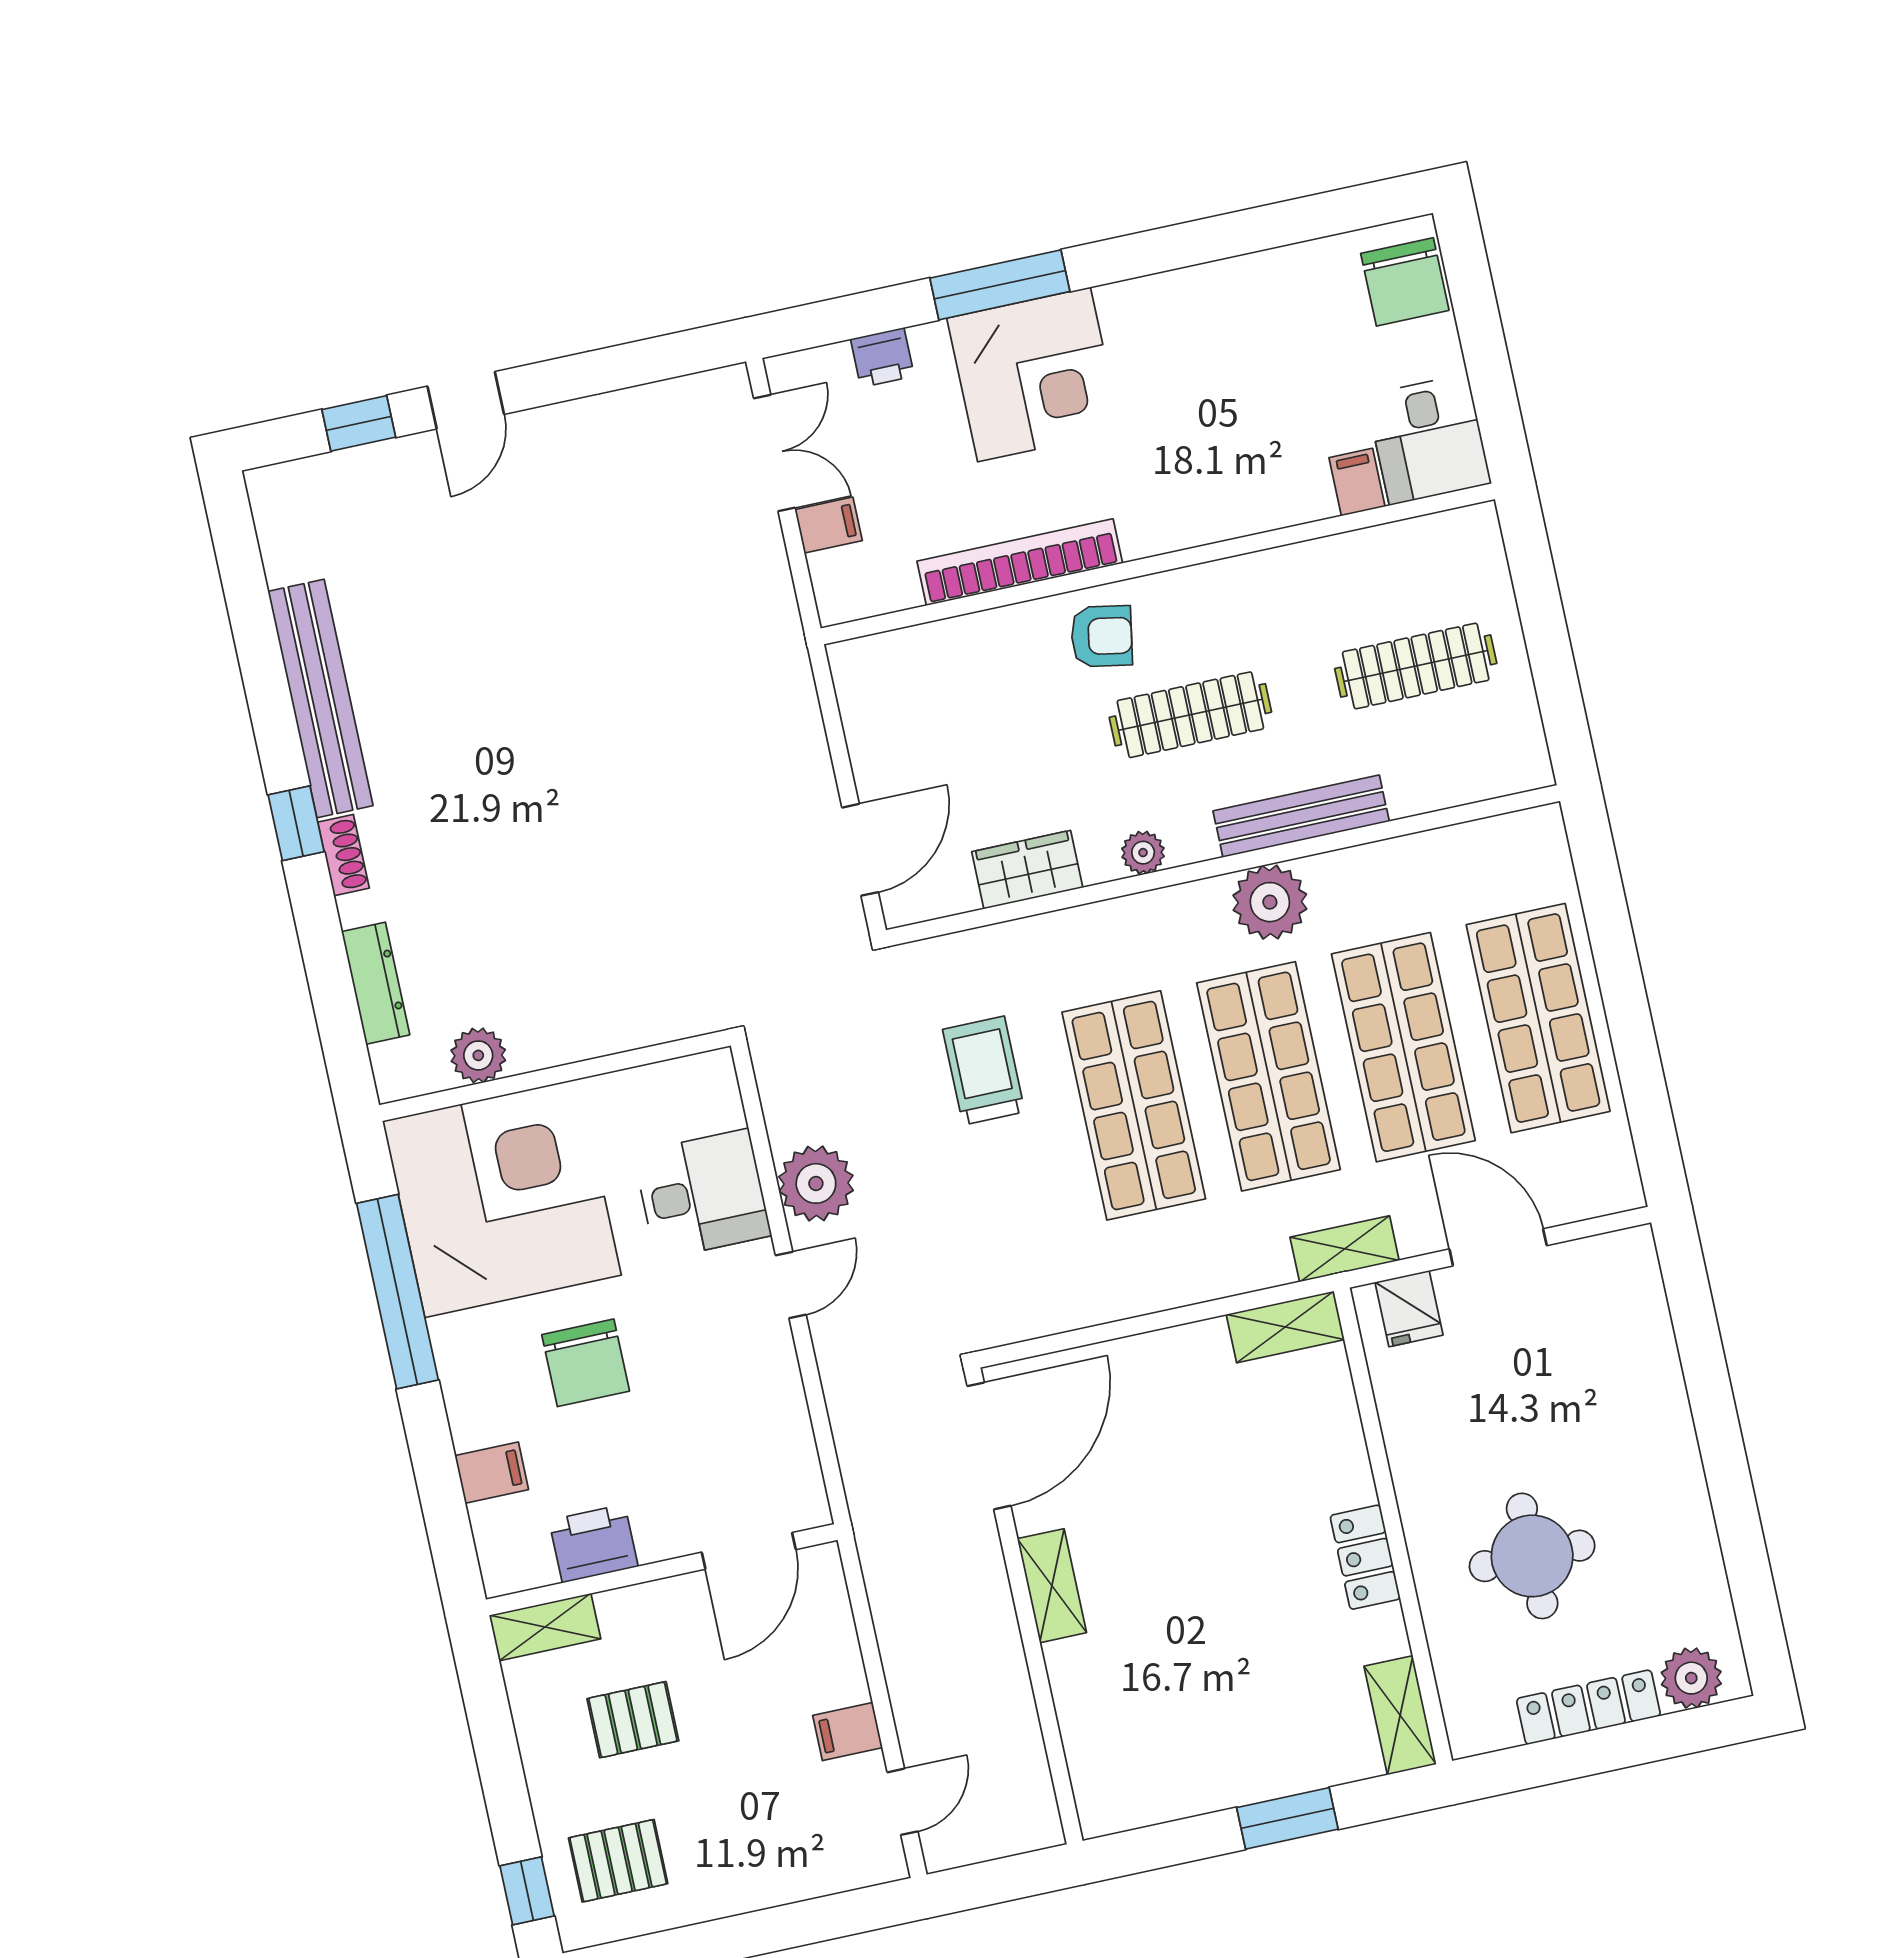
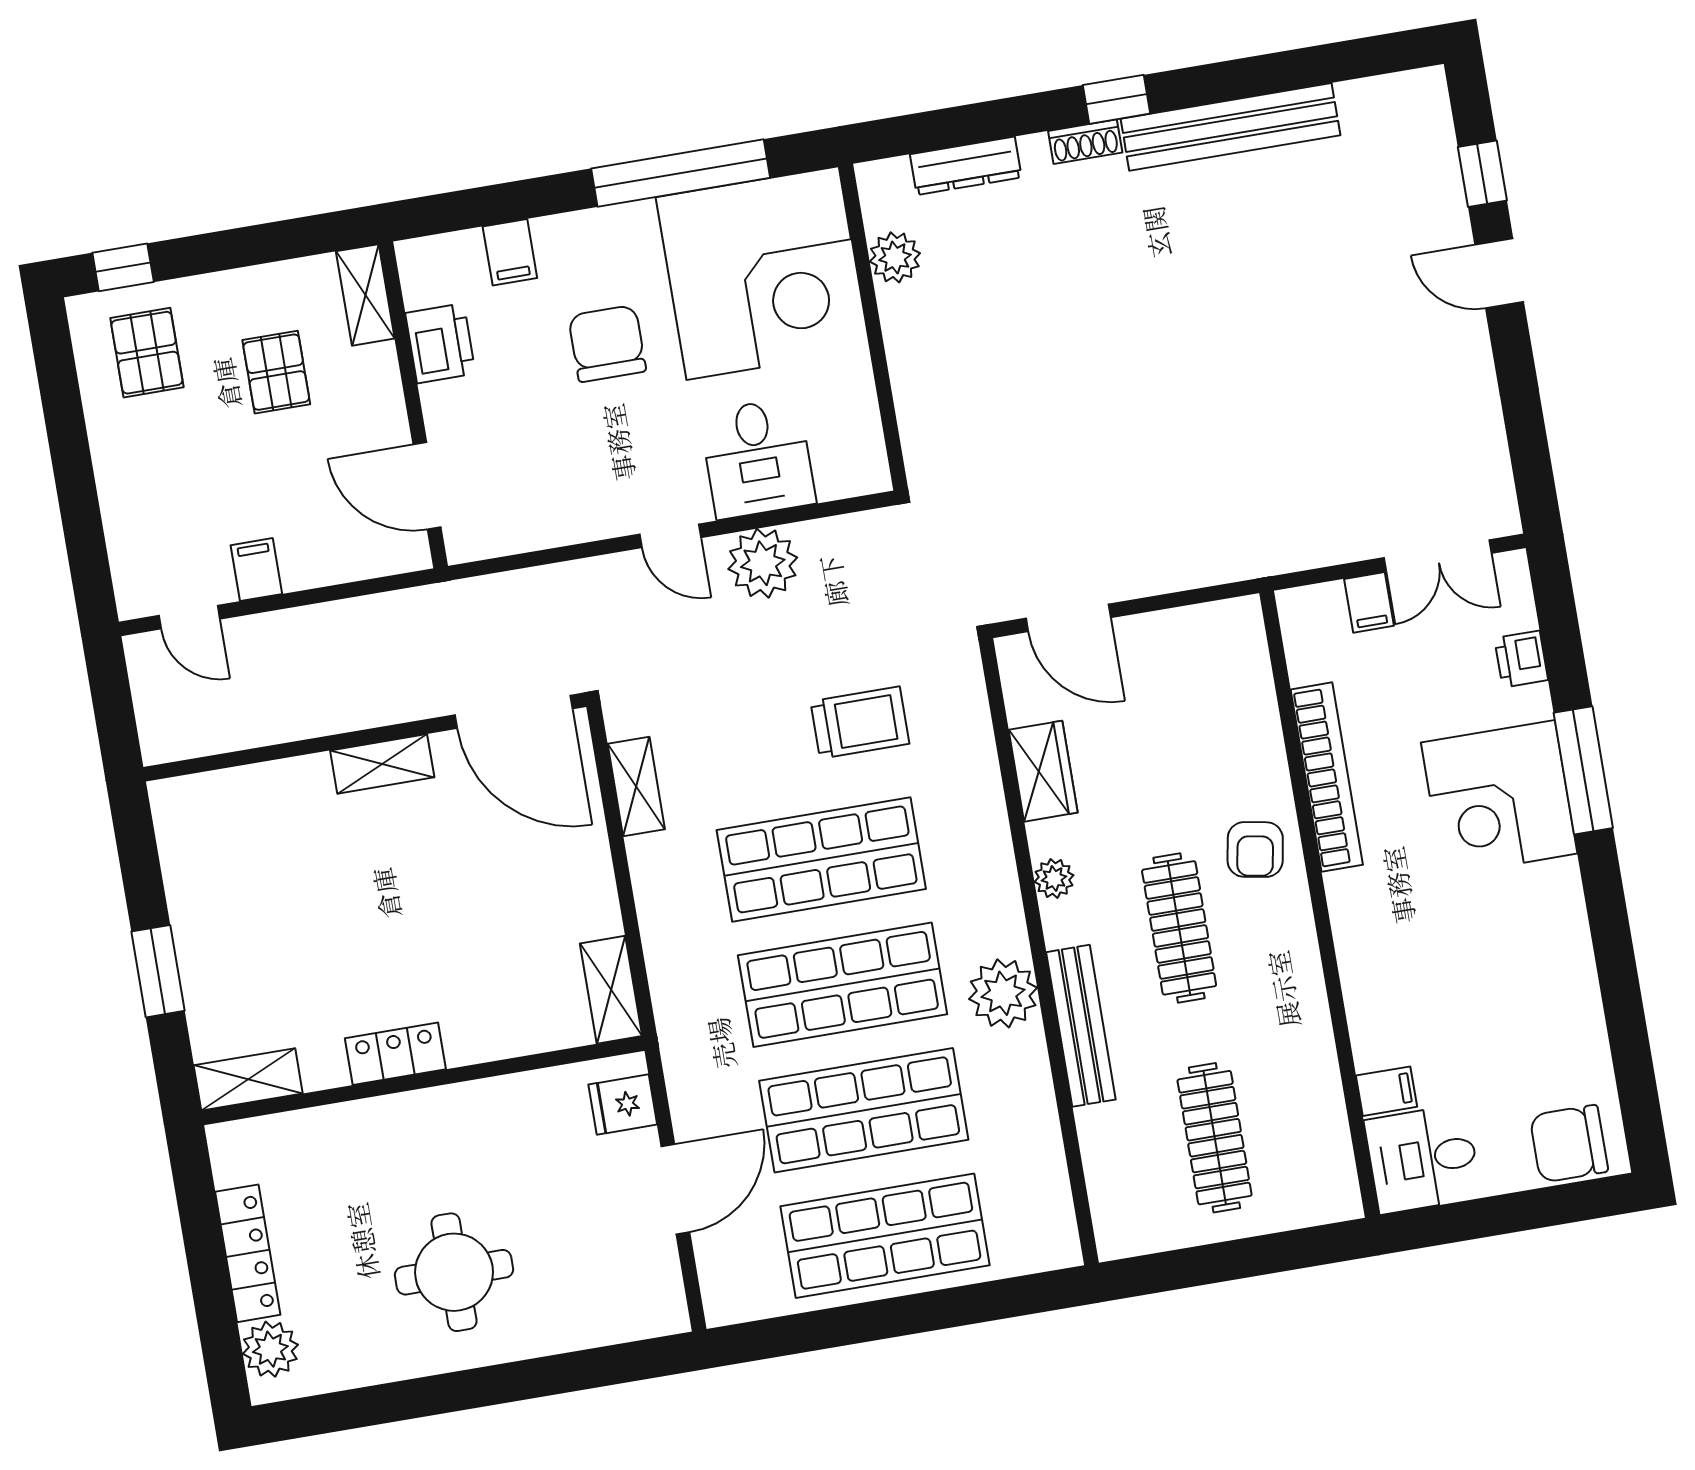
shelving: (1345, 1249) -> (636, 787), moved
chair: (586, 1363) -> (607, 344), turned 90
round table: (1532, 1556) -> (454, 1272), moved

